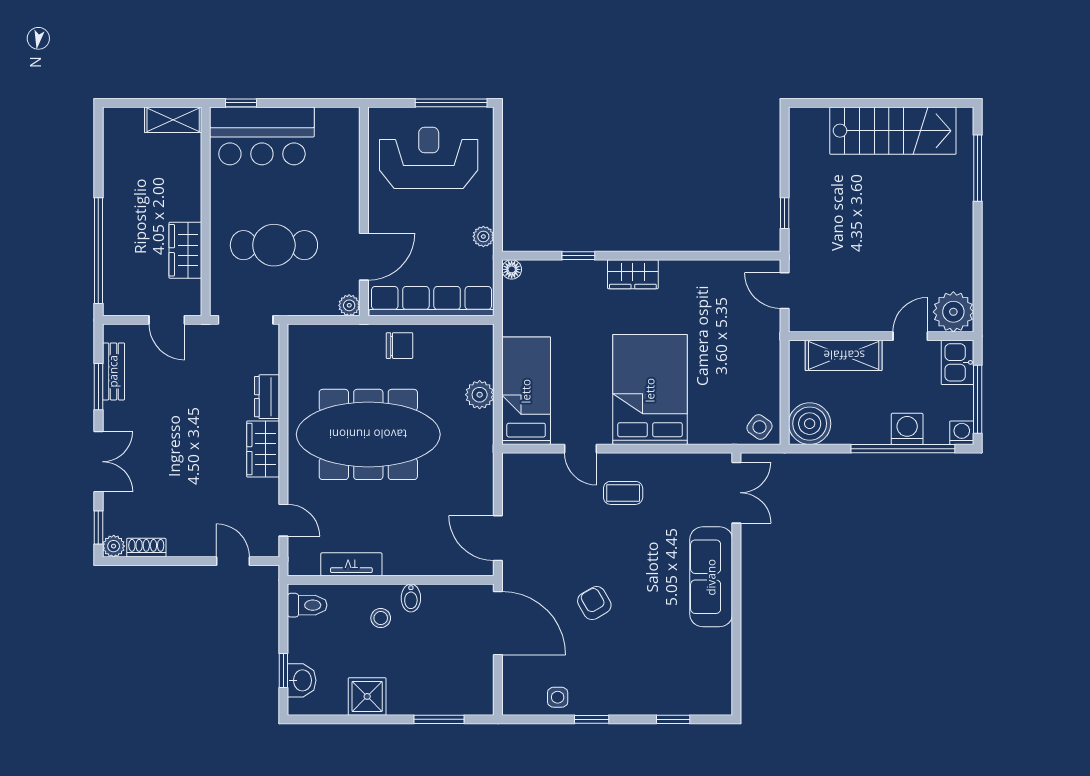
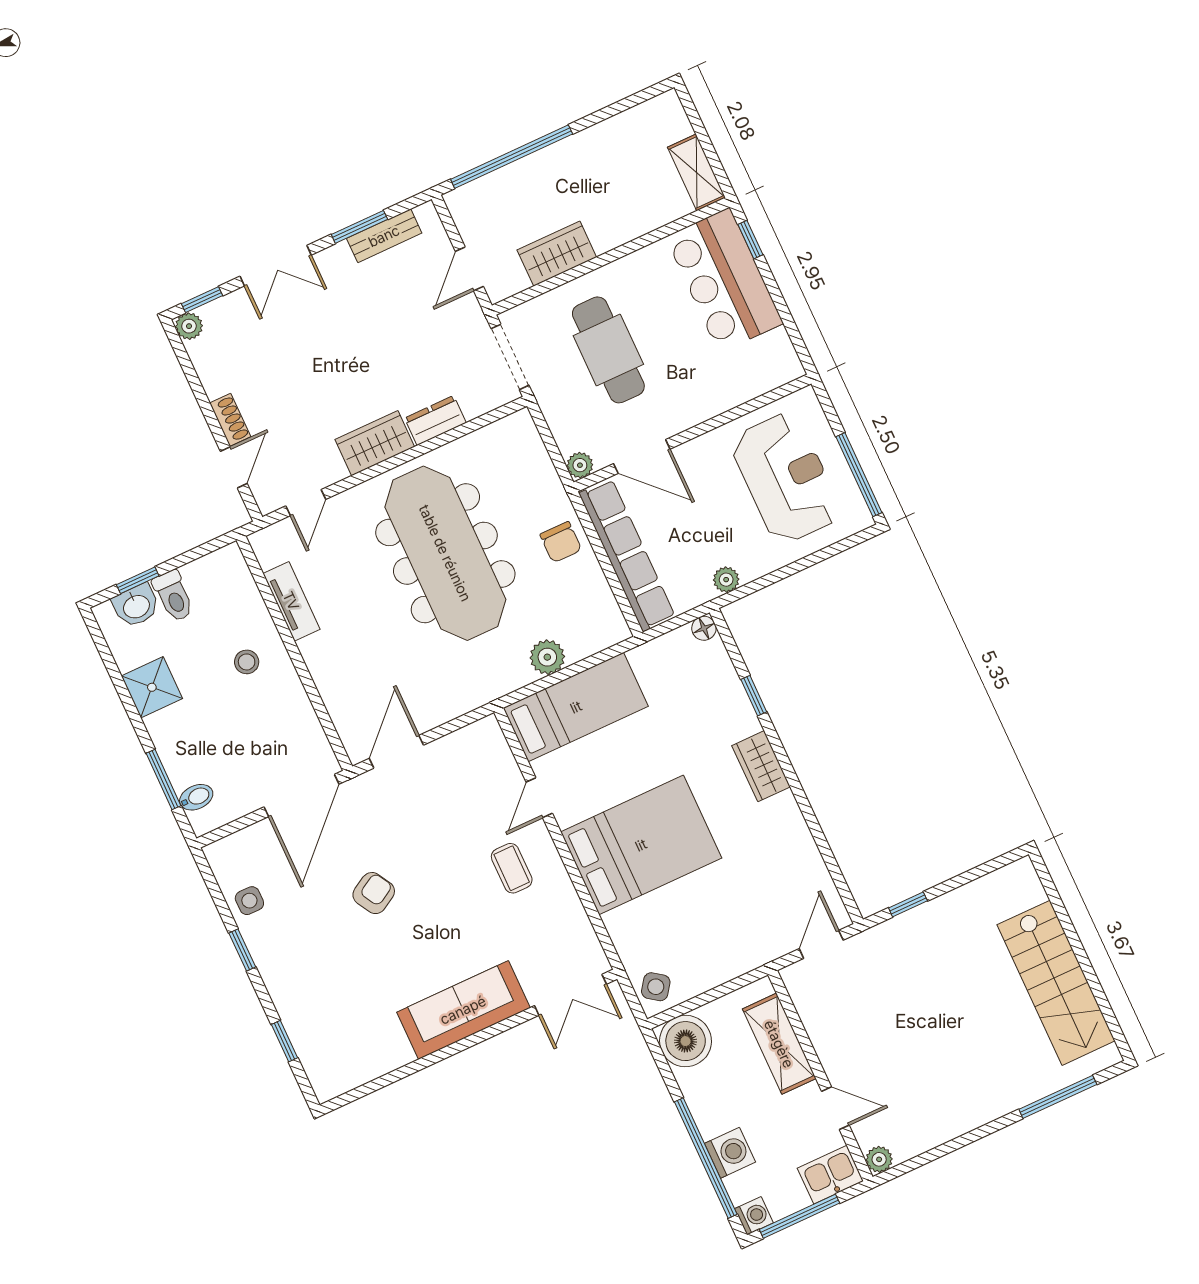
plant: (953, 312) -> (879, 1159), width x0.53, depth x0.53
shoe rack: (146, 548) -> (230, 420), moved
bidet: (411, 598) -> (196, 797), moved, turned 180
toilet: (307, 605) -> (173, 596), moved

